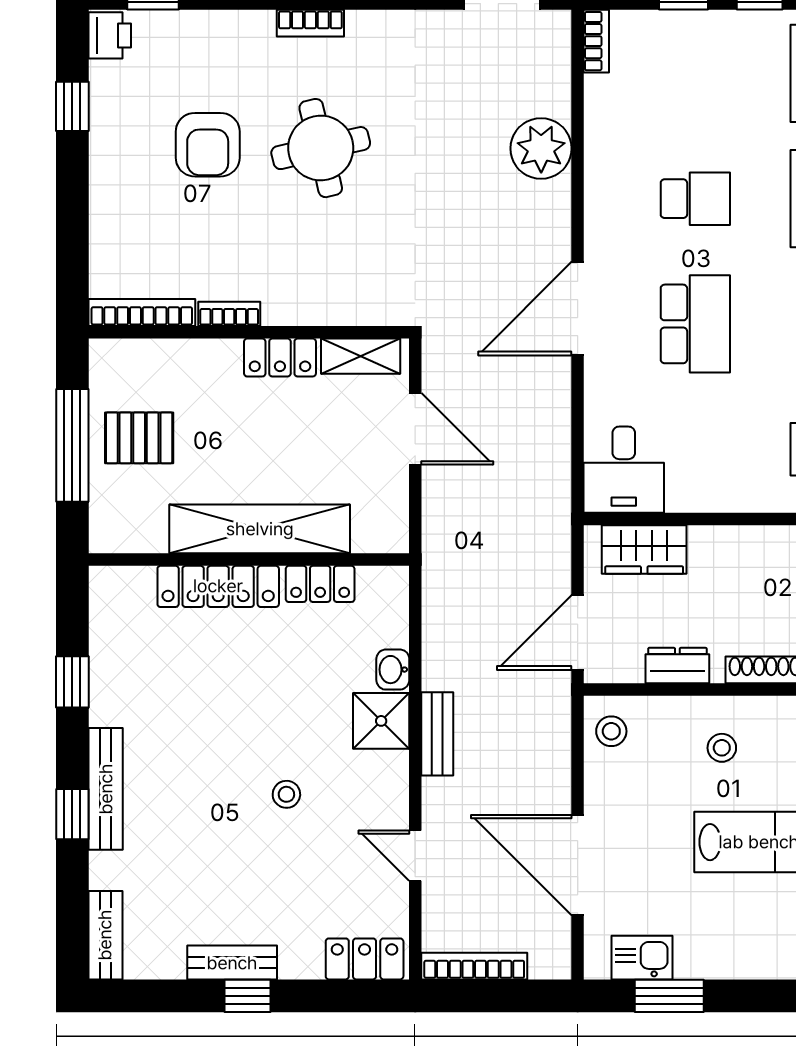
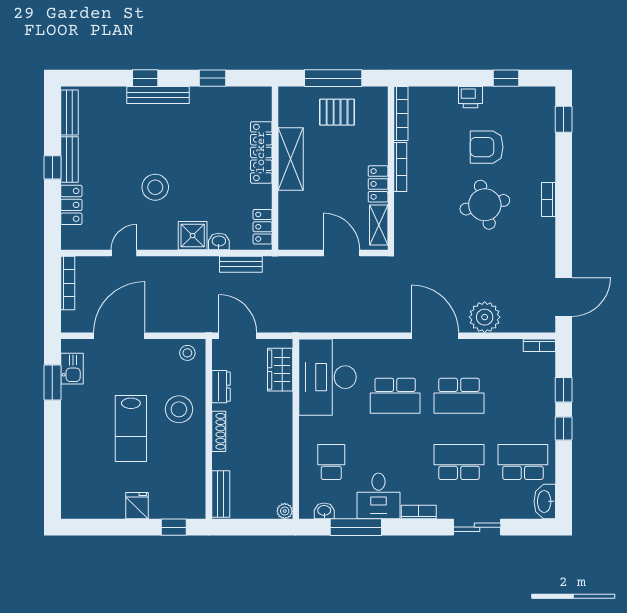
printer: (110, 35) -> (470, 97), moved
school desk: (695, 199) -> (459, 396), width x1.85
door: (578, 309) -> (435, 336), moved
bookcase: (229, 314) -> (400, 167), width x1.56
door: (415, 429) -> (342, 253), swing flipped
pallet: (139, 438) -> (337, 112), turned 90
desk: (624, 470) -> (327, 377), width x1.87, depth x1.30
shelving: (260, 529) -> (291, 159), width x0.68
locker: (320, 584) -> (263, 227), moved
bench: (437, 734) -> (241, 264), moved
stool: (722, 748) -> (179, 409), width x1.89, depth x1.89
stool: (286, 794) -> (155, 187), width x1.89, depth x1.89
bench: (105, 935) -> (69, 112), moved, turned 90
locker: (365, 959) -> (71, 205), moved

